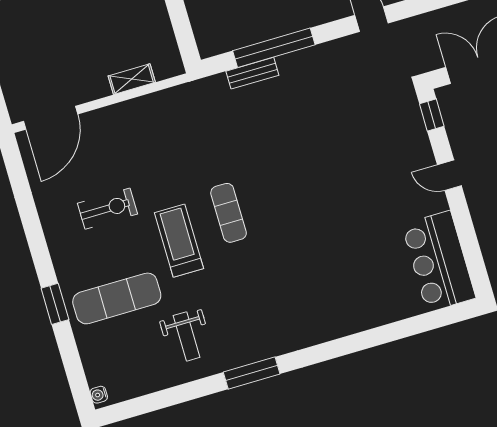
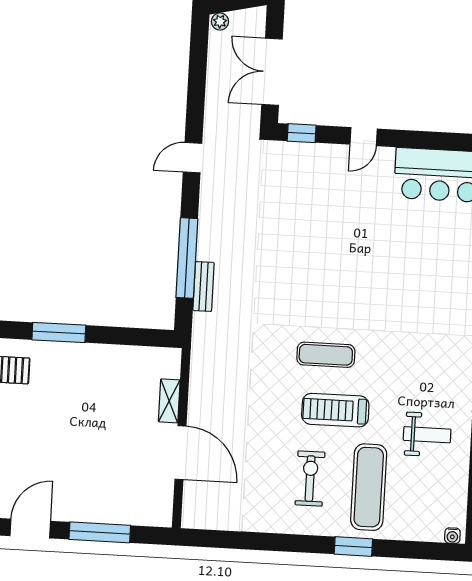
door: (51, 118) -> (180, 453), moved
exercise bike: (107, 209) -> (310, 479), moved

